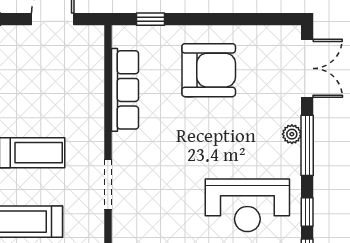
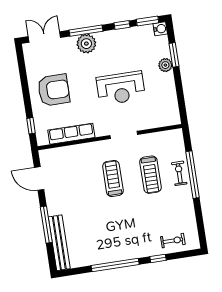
armchair: (209, 70) -> (54, 90), turned 90
plant: (292, 134) -> (86, 44), width x1.88, depth x1.88
reception desk: (247, 205) -> (121, 88), moved, turned 90

